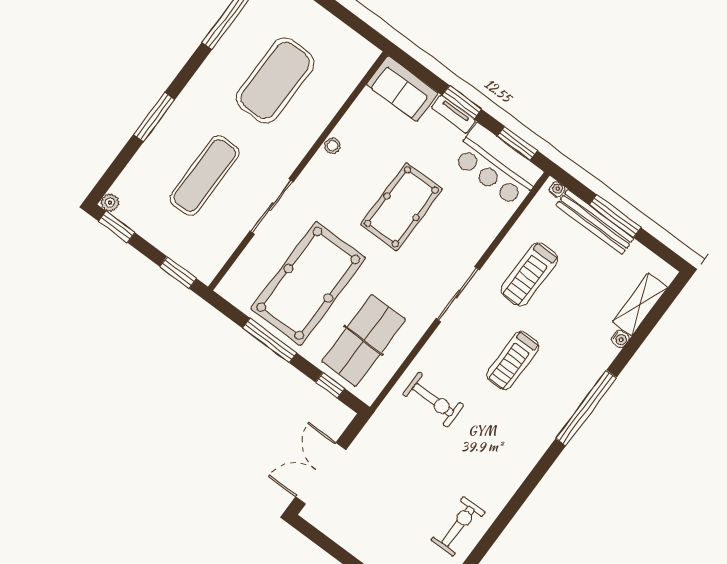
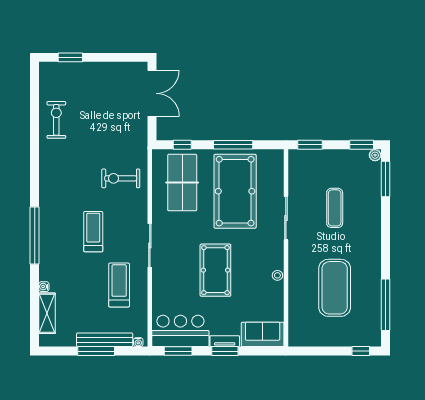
window: (154, 117) -> (385, 179), moved
exercise mat: (205, 176) -> (335, 208), width x0.73, depth x0.69
exercise bike: (458, 526) -> (56, 120), turned 180

